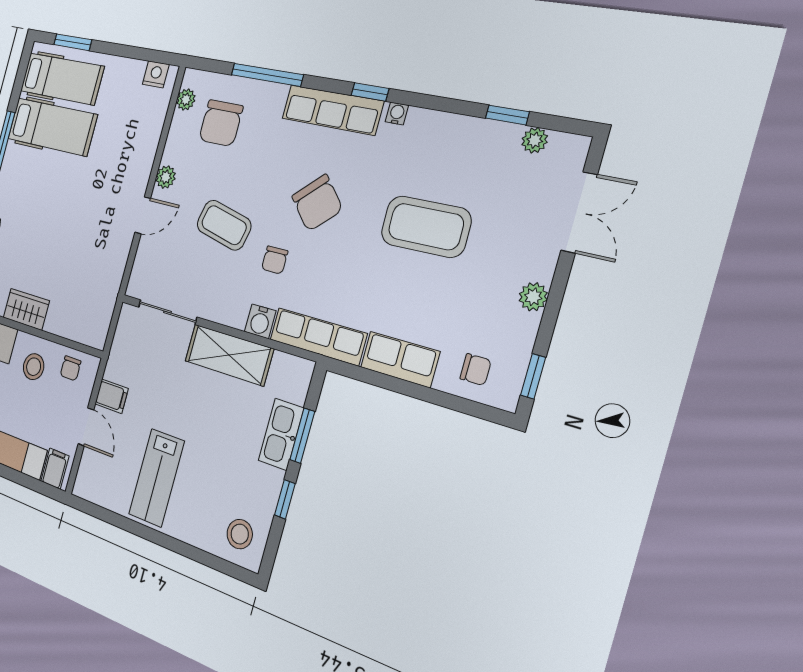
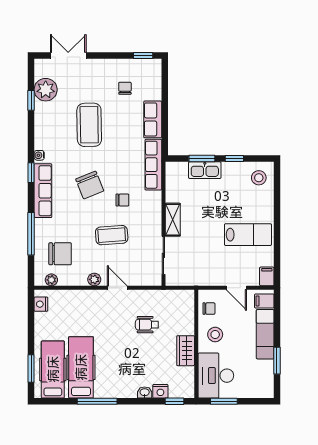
plant: (535, 140) -> (46, 90), width x1.87, depth x1.87
chair: (317, 203) -> (90, 185), turned 111
coffee table: (224, 225) -> (112, 235), turned 73
wheelchair: (78, 254) -> (147, 325), added
plant: (533, 297) -> (109, 65), removed
water cooler: (260, 321) -> (154, 199), removed
shelving: (229, 355) -> (173, 220), width x0.67, depth x0.75
chair: (476, 370) -> (125, 88), moved
filing cabinet: (112, 396) -> (267, 276), moved
door: (86, 427) -> (236, 288), swing flipped

